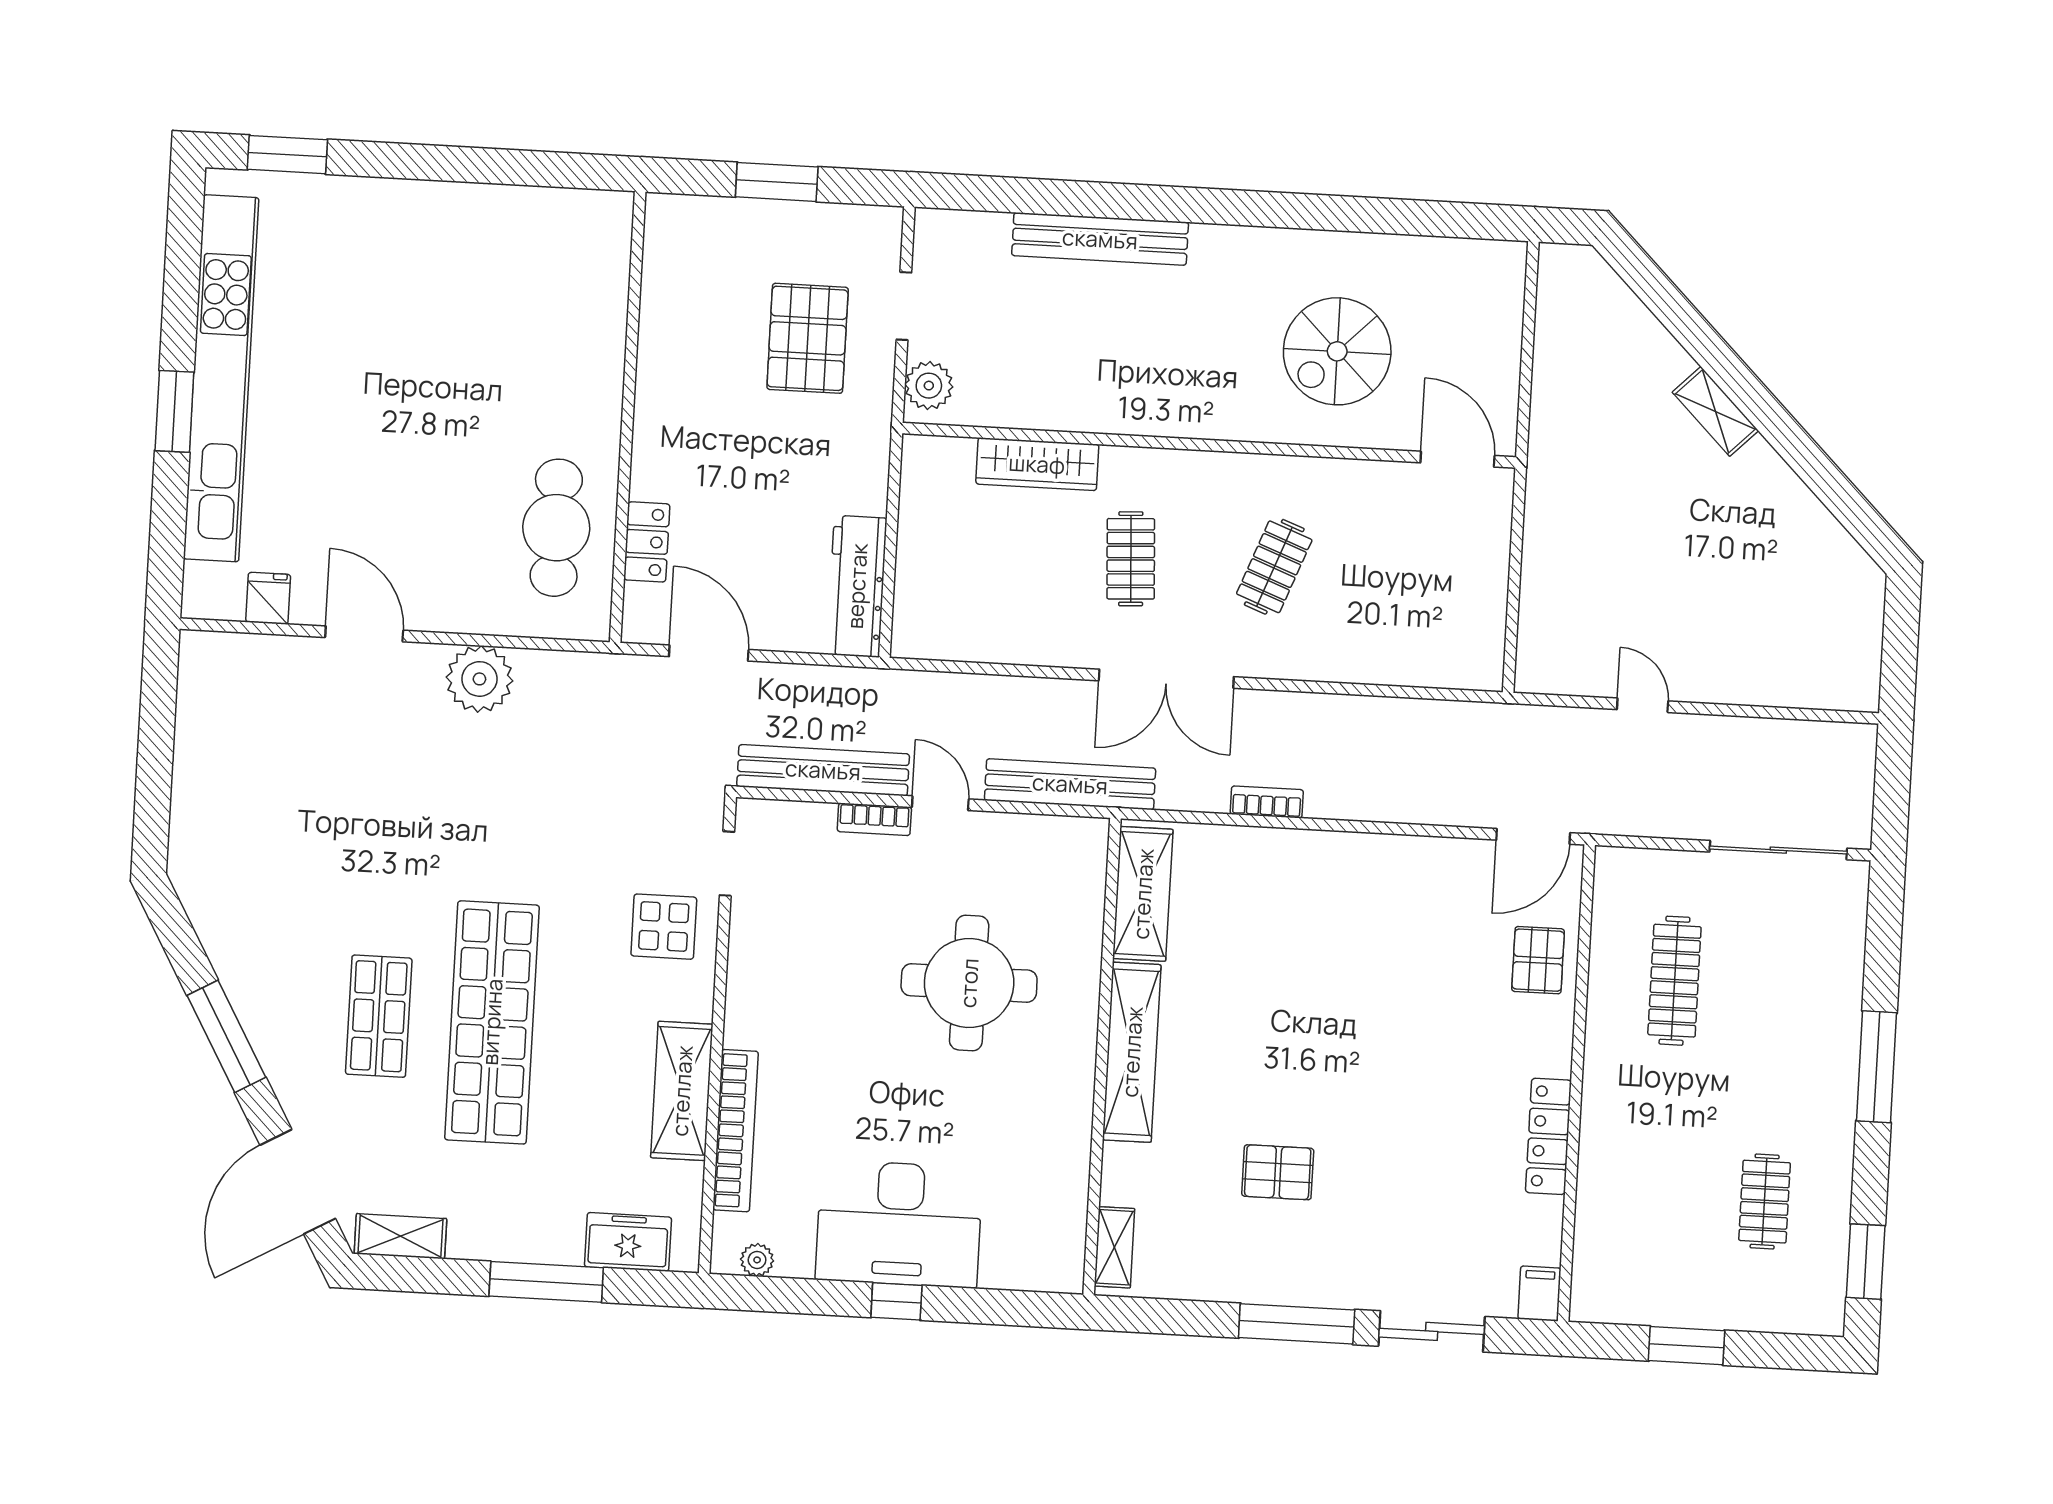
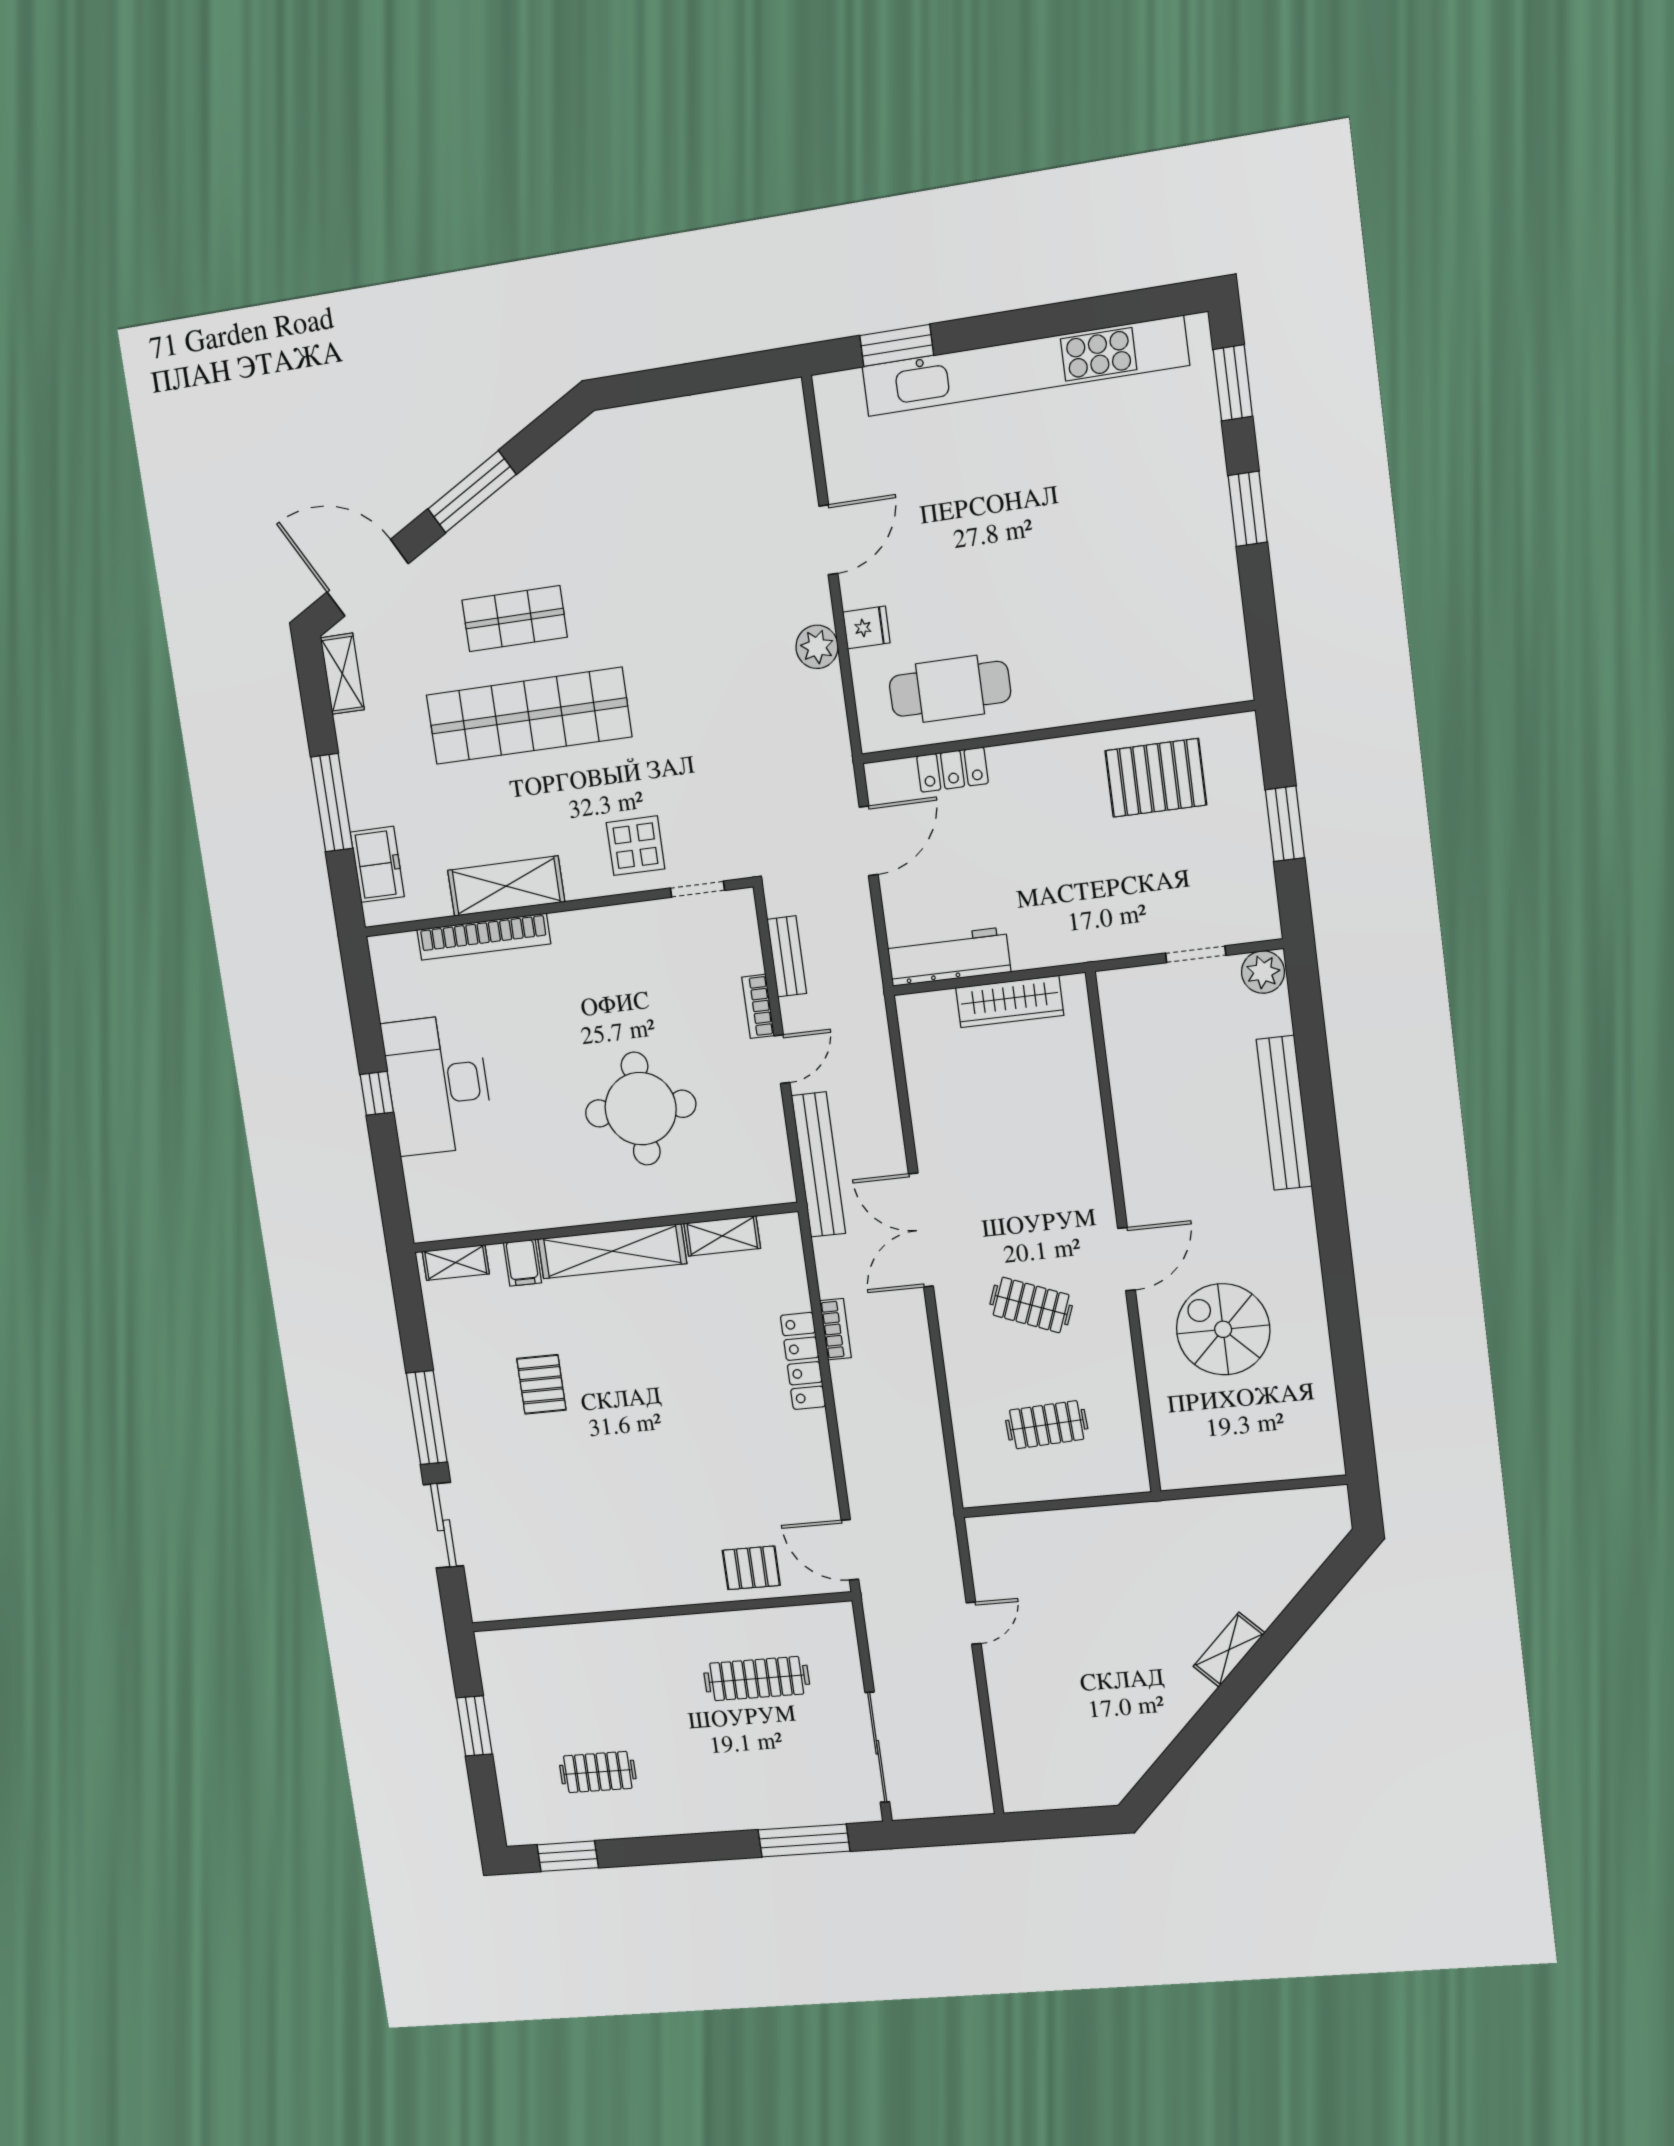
window: (425, 162) -> (1248, 509), added
pallet: (808, 338) -> (1156, 778), moved
plant: (929, 386) -> (1263, 972), moved
window: (174, 411) -> (897, 345), moved
door: (1458, 459) -> (1127, 1259), moved
wardrobe: (1037, 464) -> (1010, 1001), moved, turned -90
clothes rail: (1131, 559) -> (1047, 1425), moved
fridge: (268, 598) -> (866, 627), moved
plant: (479, 679) -> (817, 647), width x0.73, depth x0.73
bench: (823, 770) -> (787, 956), width x0.54, depth x0.82
shelving: (1143, 894) -> (722, 1236), width x0.67, depth x0.75
window: (1876, 1067) -> (804, 1840), moved
locker: (1548, 1136) -> (803, 1361), moved, turned -90
plant: (757, 1260) -> (385, 974), removed
filing cabinet: (1539, 1293) -> (522, 1263), moved, turned 90

